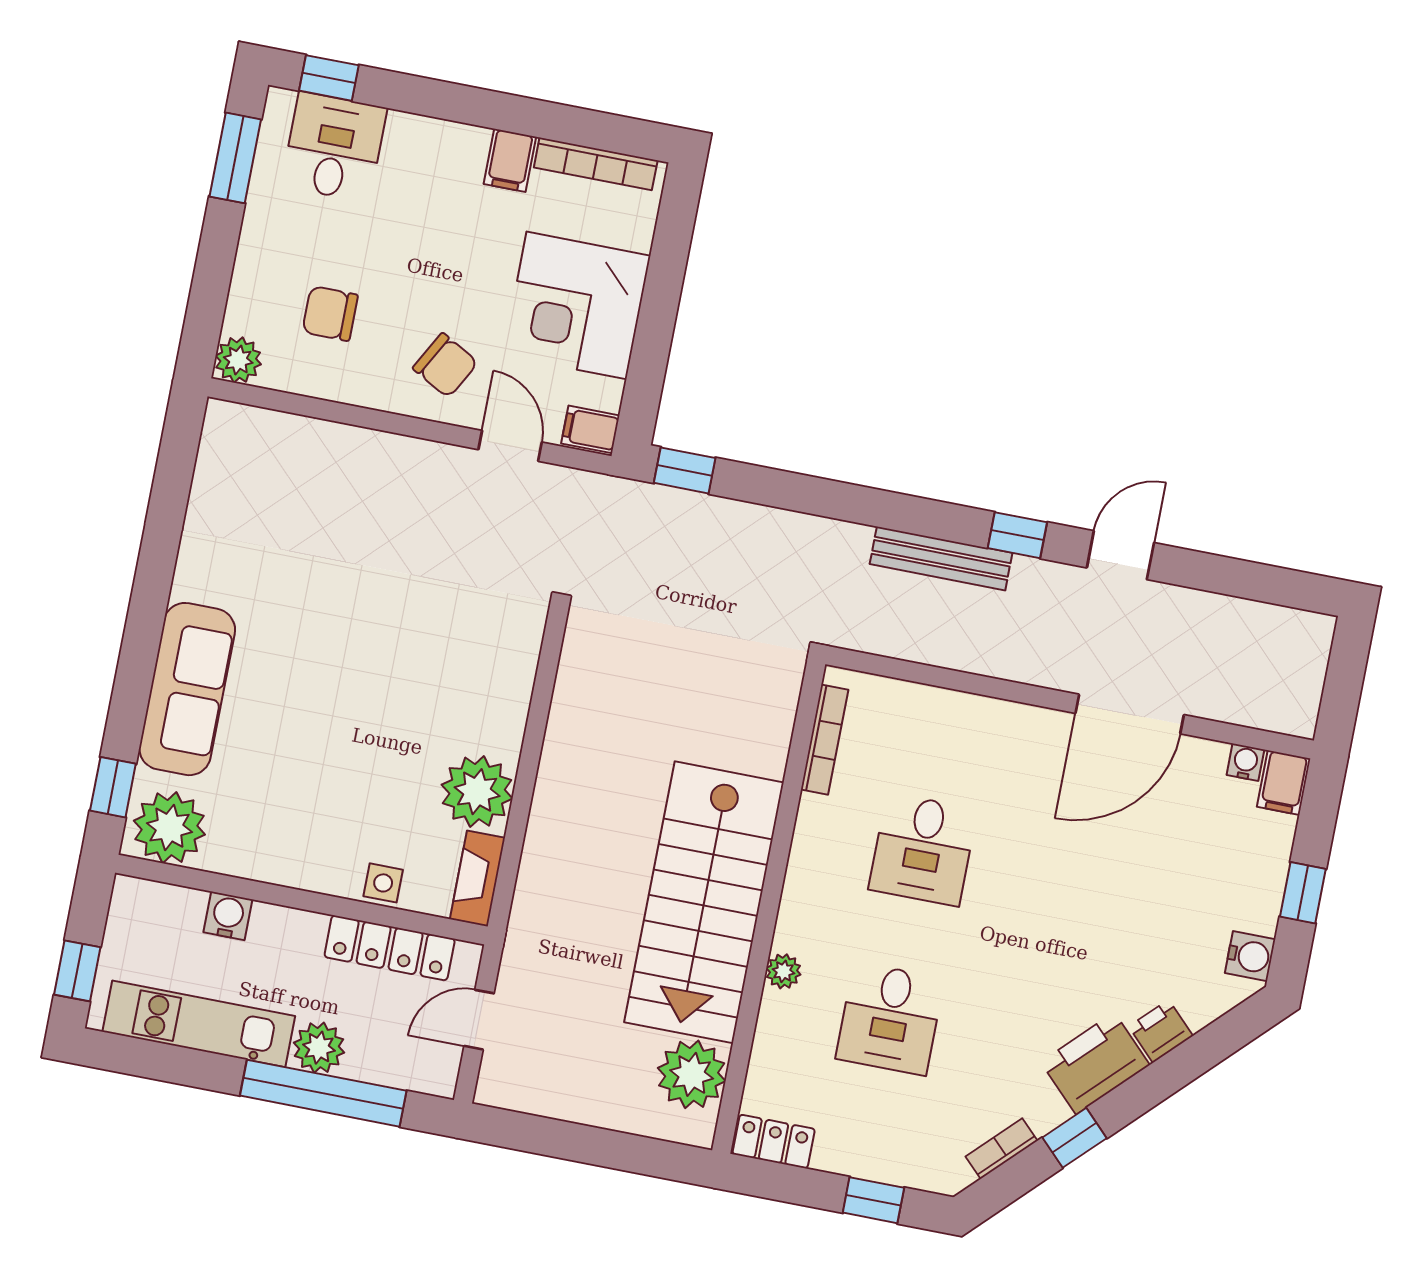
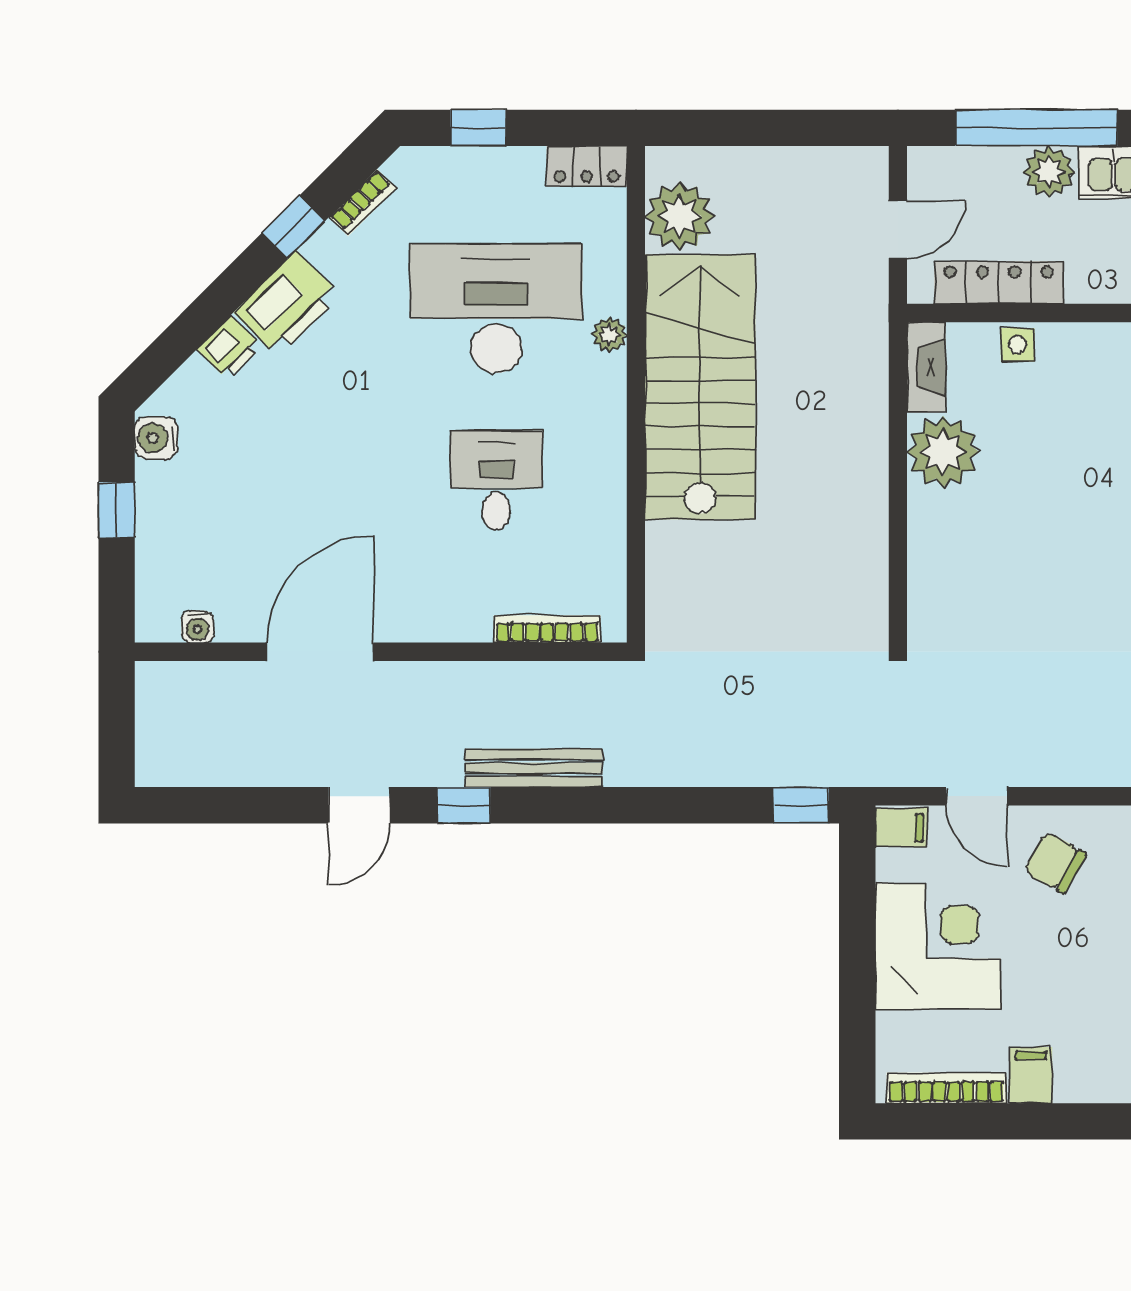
bookcase: (825, 740) -> (547, 629), moved, turned 90
filing cabinet: (1284, 783) -> (156, 614), removed
desk: (890, 1019) -> (496, 308), width x1.87, depth x1.30

